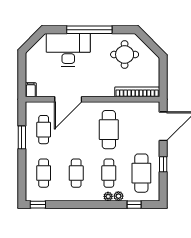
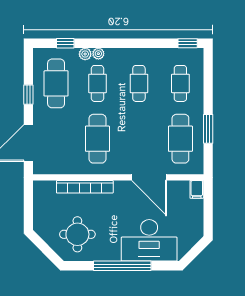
bookcase: (137, 92) -> (85, 187), moved
door: (68, 99) -> (149, 177), swing flipped
cafe table: (44, 130) -> (180, 139), width x1.37, depth x1.35

